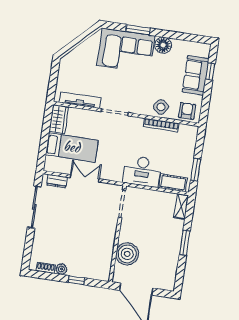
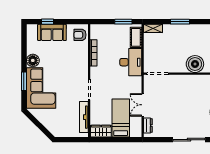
side table: (161, 107) -> (80, 55), removed
sliding door: (34, 207) -> (189, 140), moved

